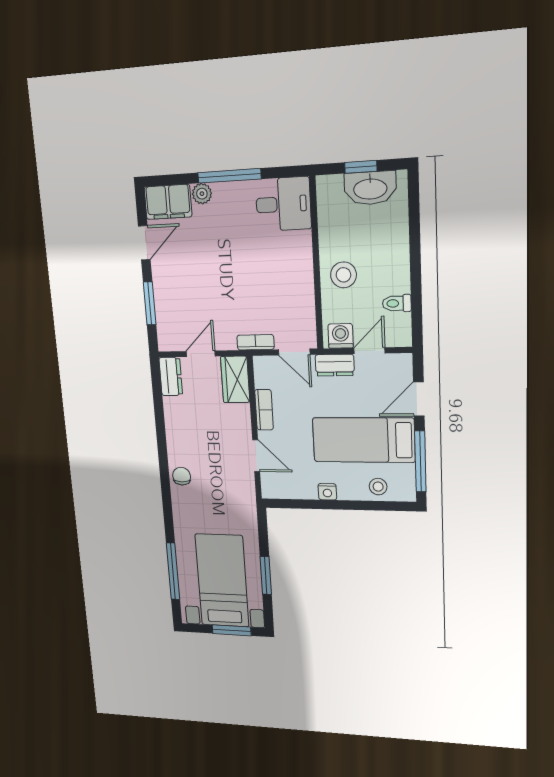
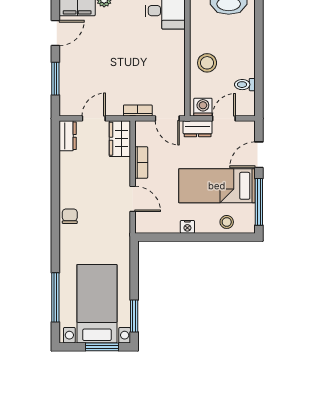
window: (266, 575) -> (134, 316), moved

